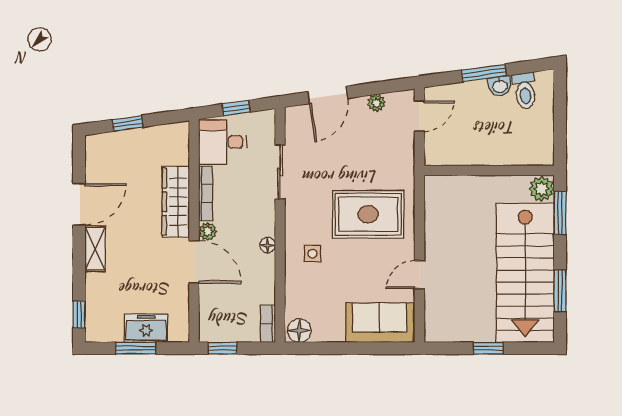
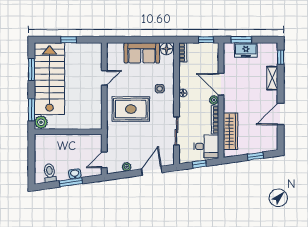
washbasin: (500, 86) -> (75, 174), moved
wardrobe: (176, 202) -> (231, 131), moved
shelving: (95, 249) -> (272, 78), moved
sofa: (380, 323) -> (142, 53), moved
window: (136, 348) -> (241, 40), moved

